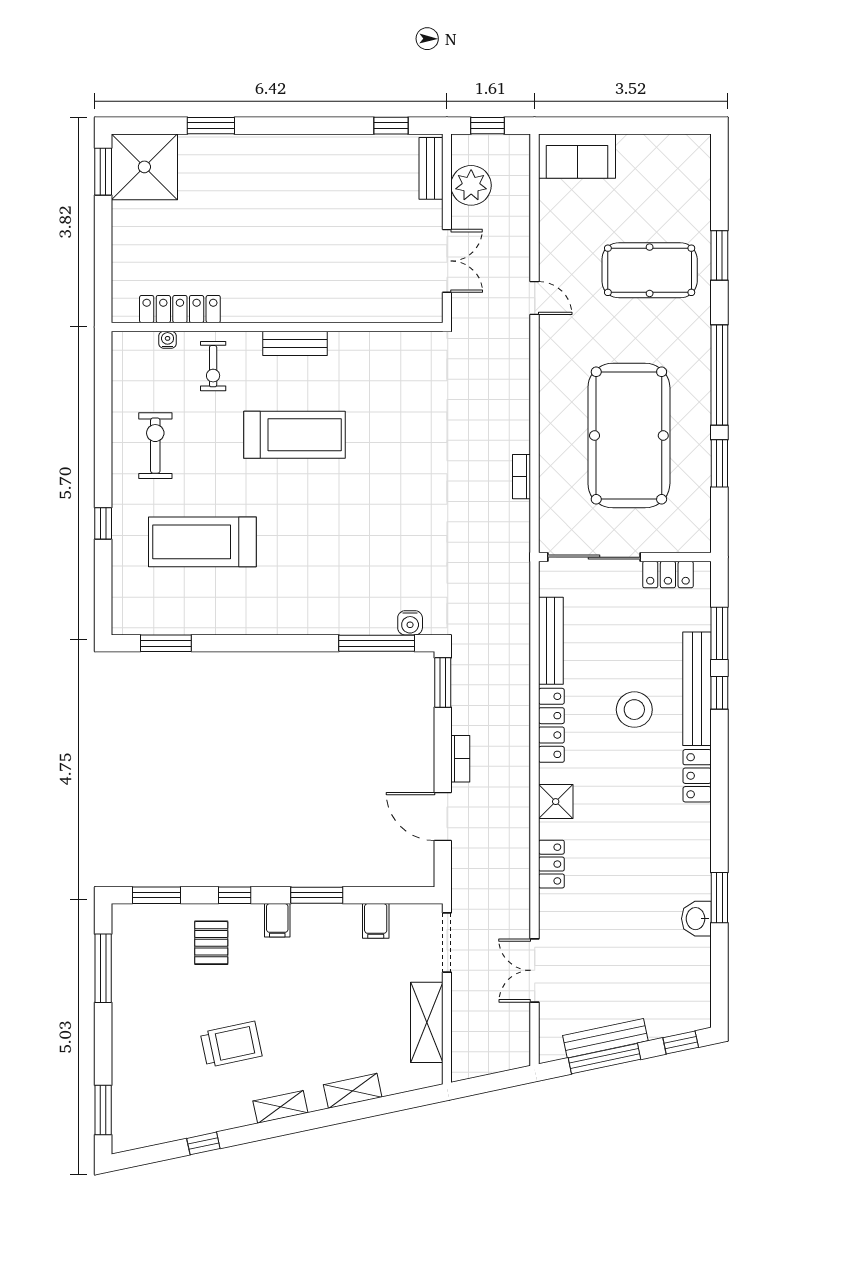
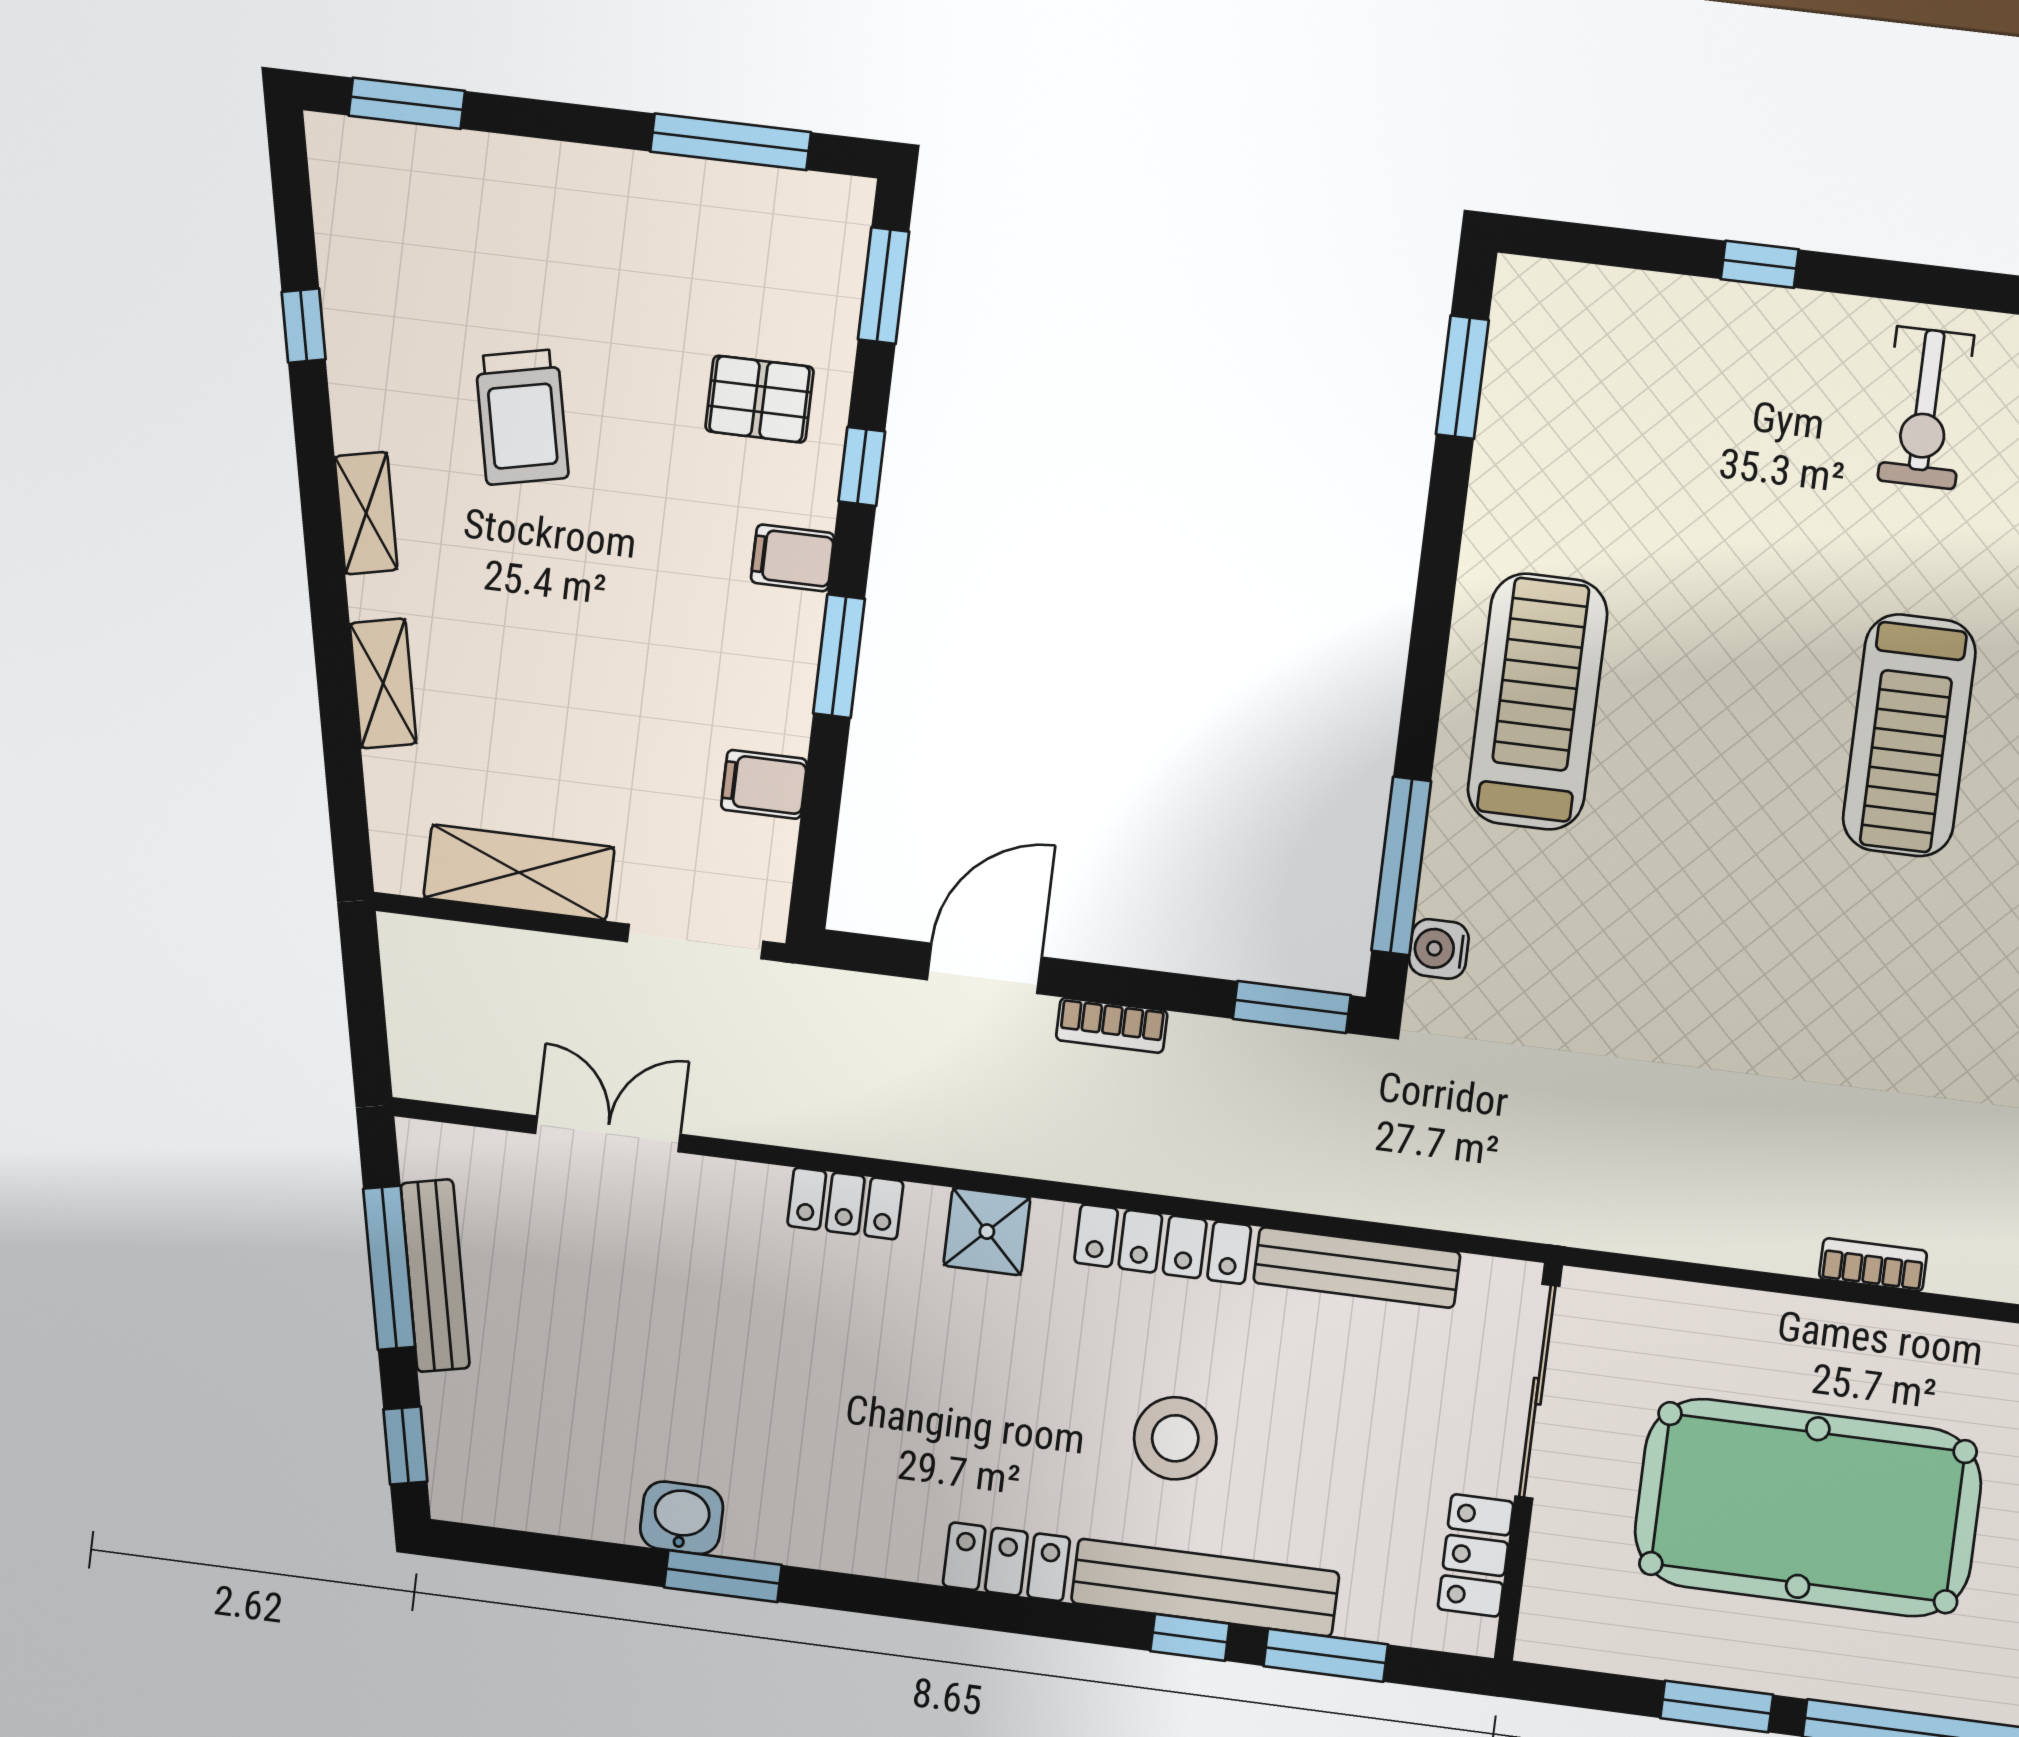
exercise bike: (155, 446) -> (1926, 408), turned 90
bookcase: (521, 477) -> (1873, 1265), moved
treadmill: (202, 542) -> (1537, 702), moved

